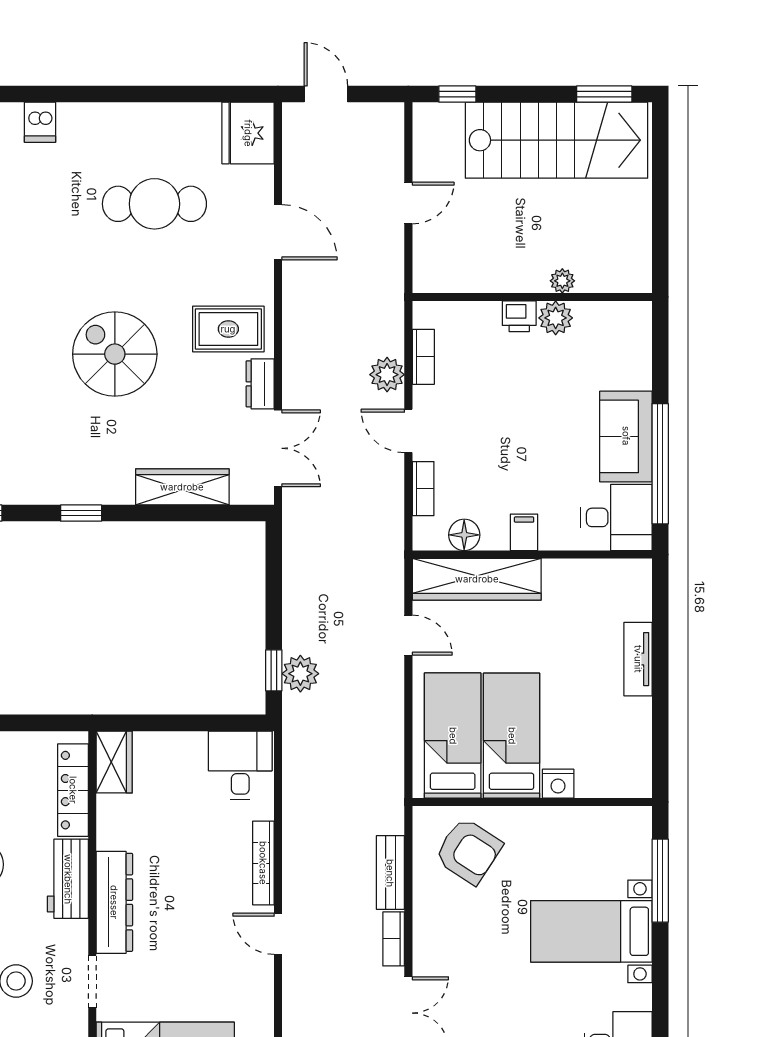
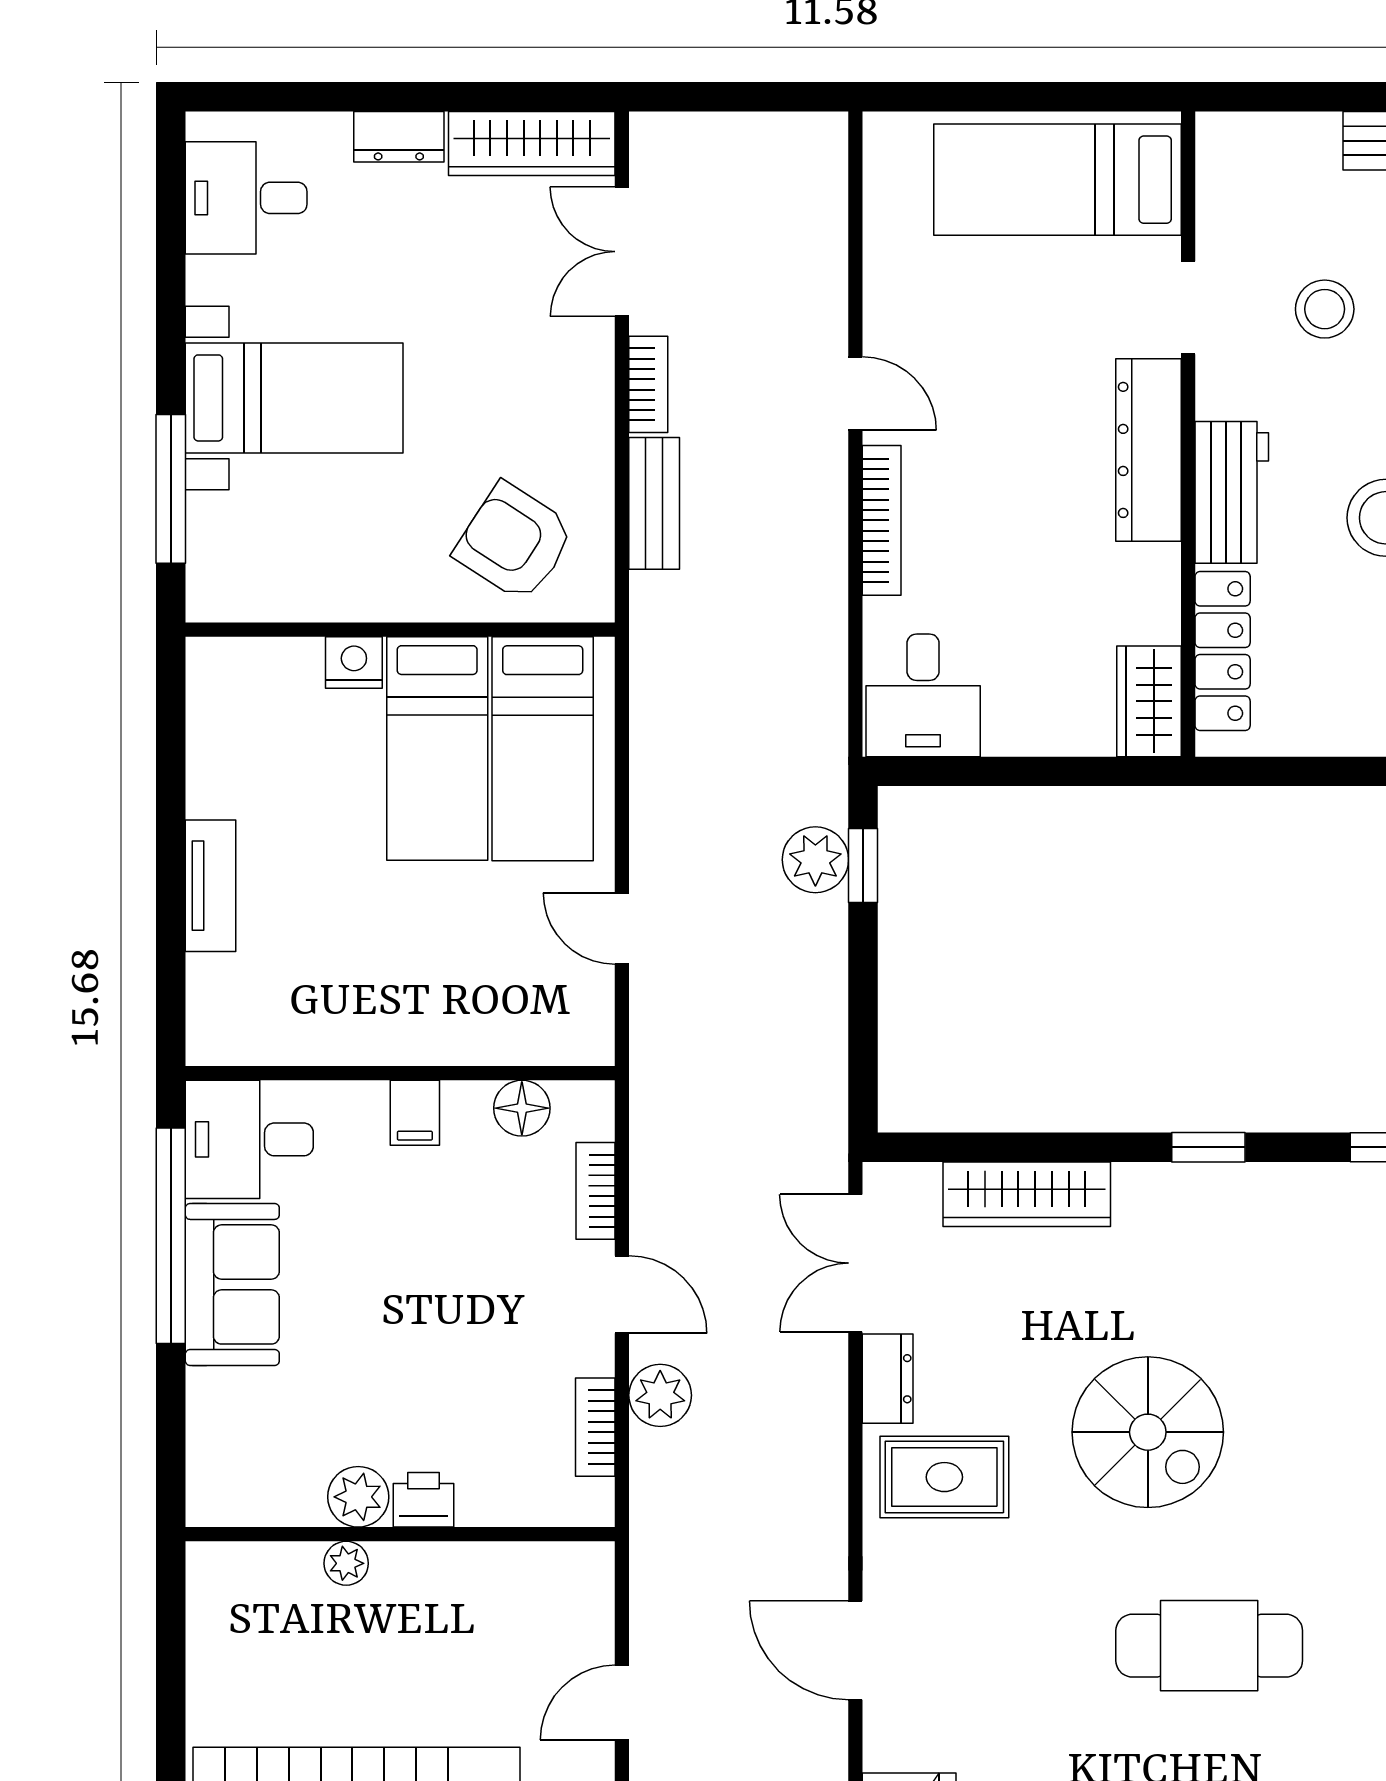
cafe table: (154, 204) -> (1209, 1646), moved
wardrobe: (477, 579) -> (500, 1029), removed

